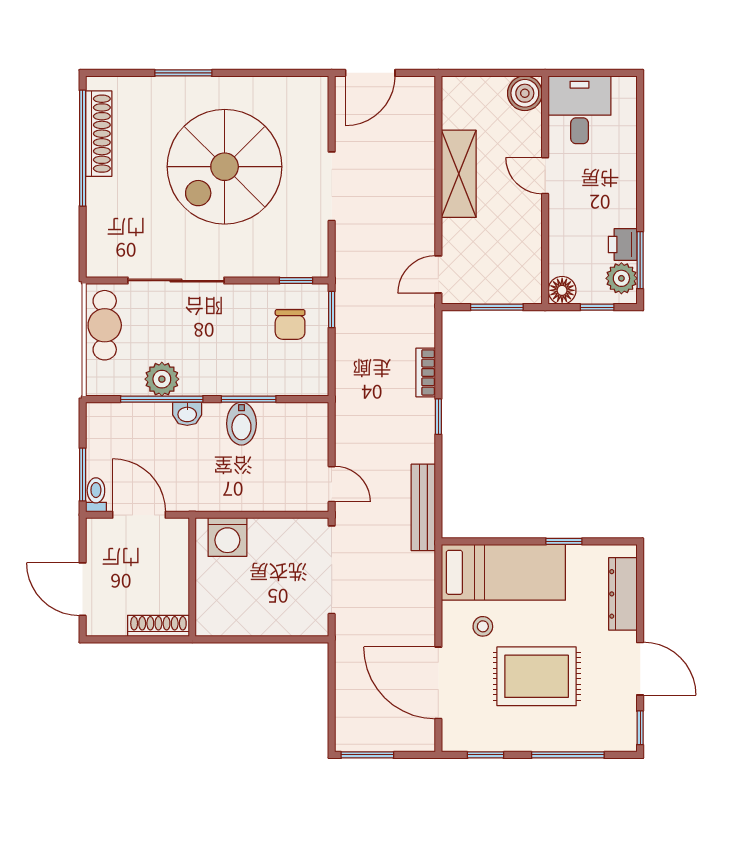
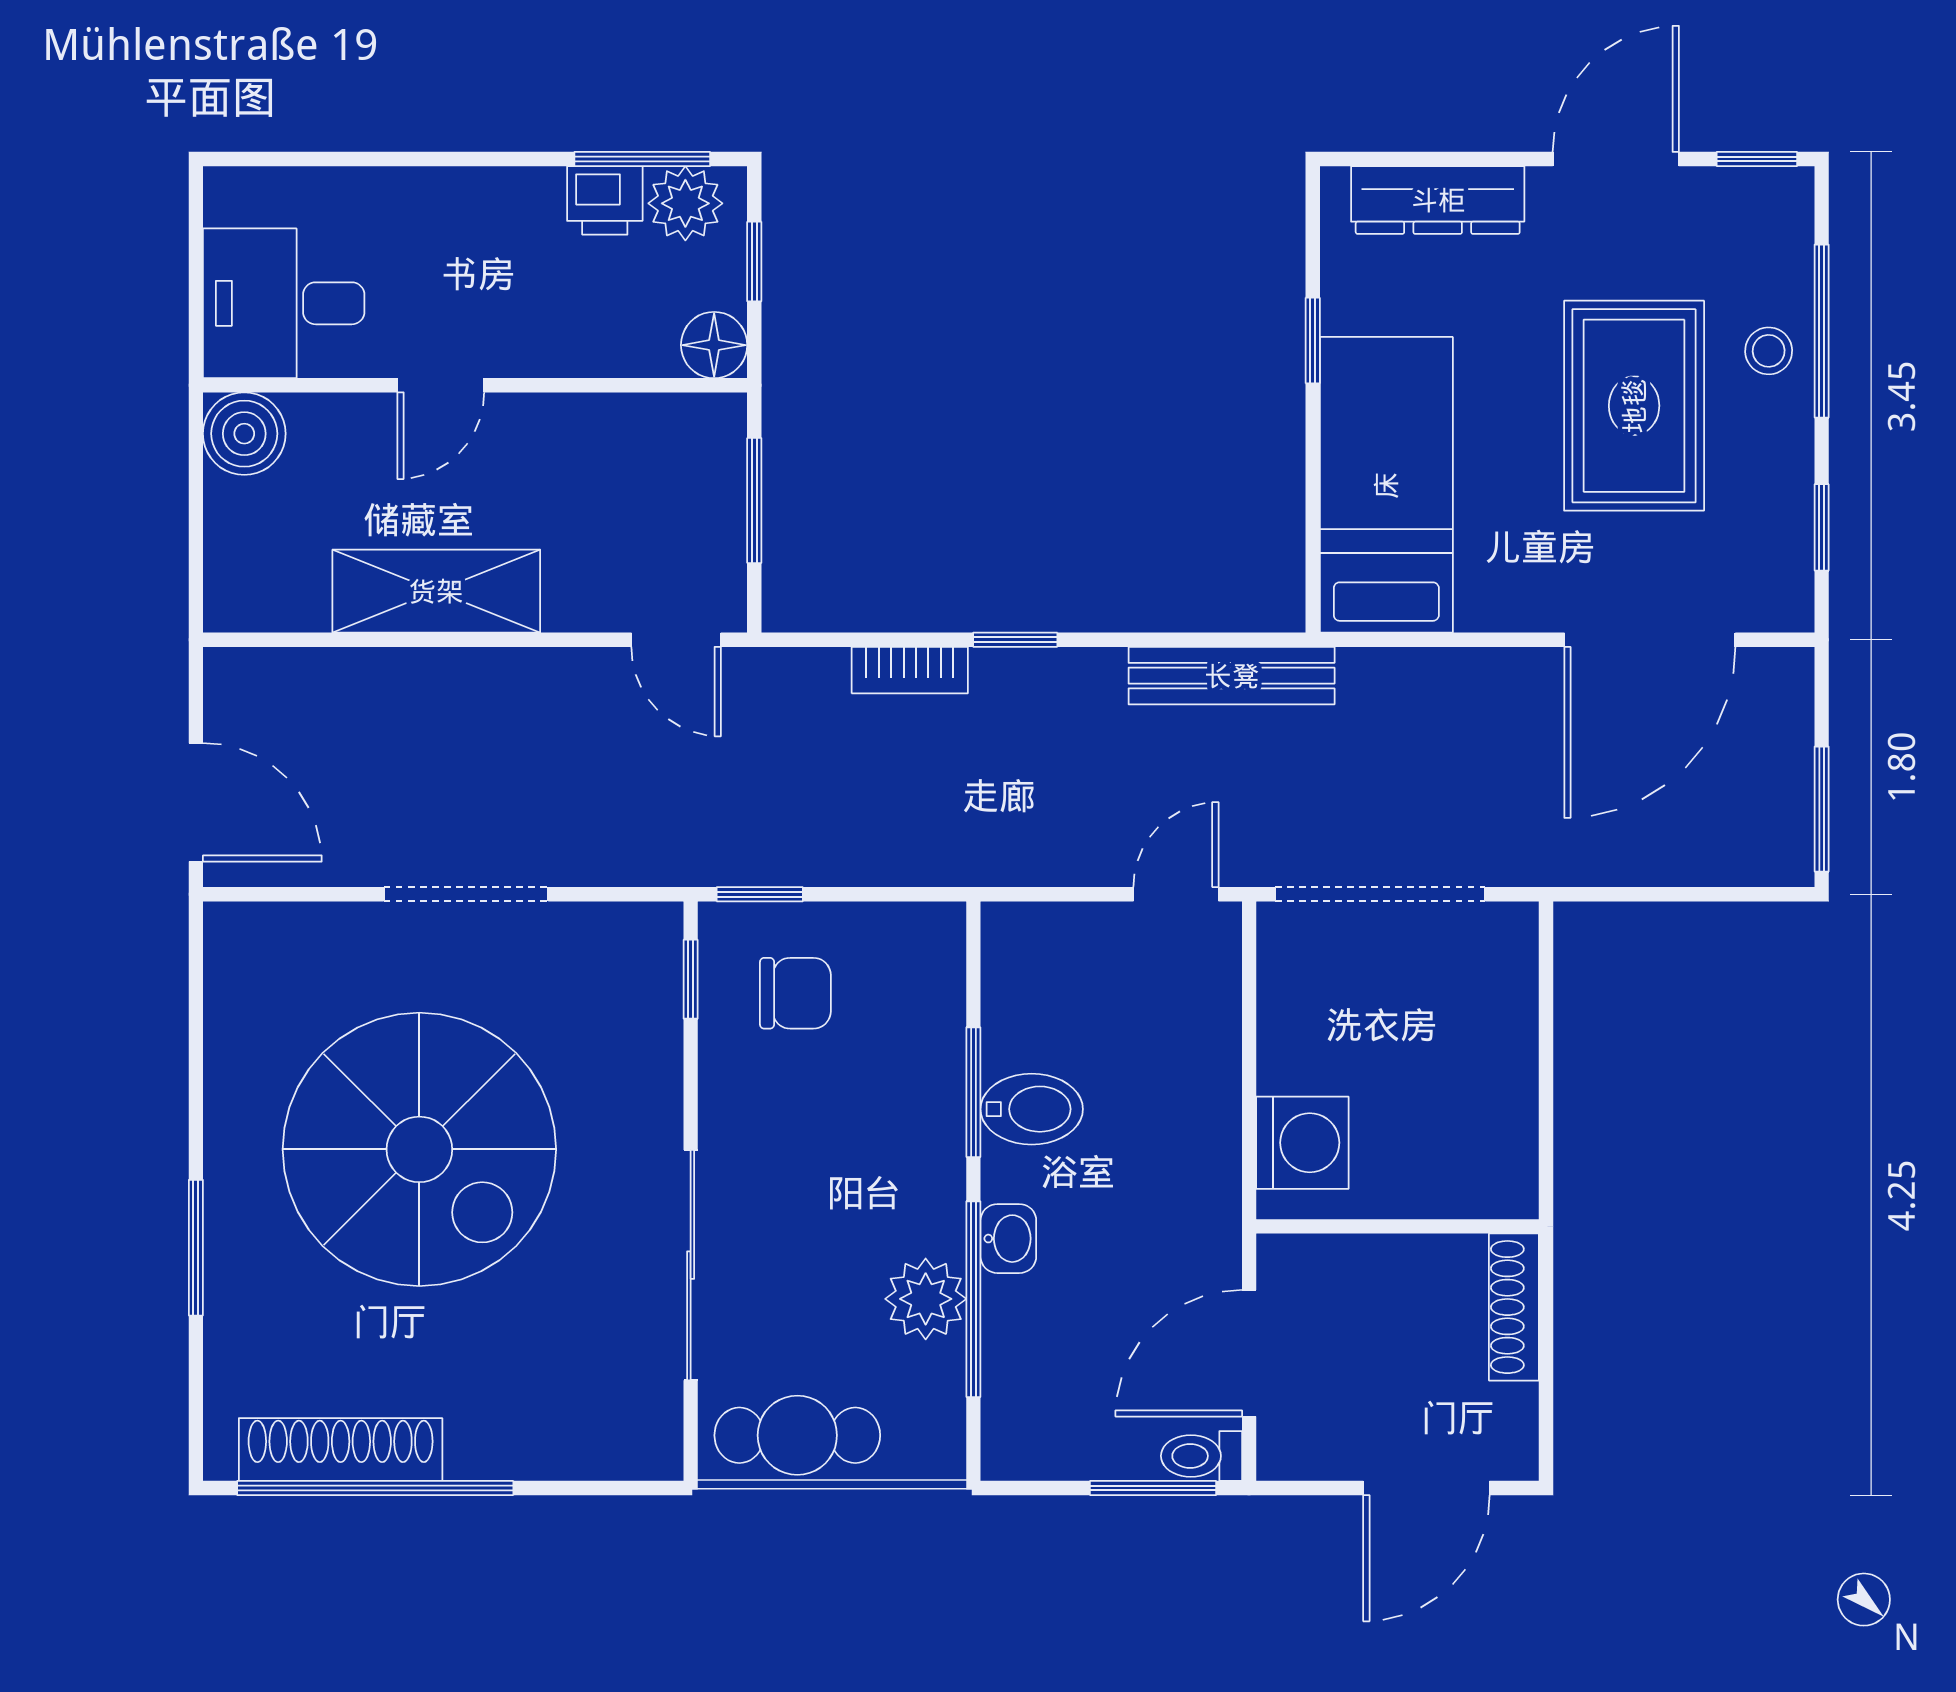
stool: (483, 626) -> (1769, 351), moved

